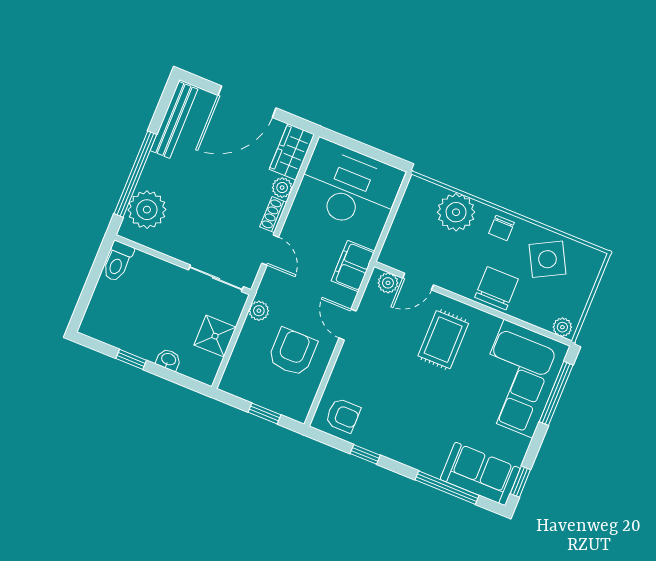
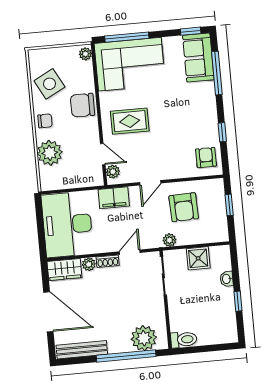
armchair: (293, 352) -> (184, 207), turned -92

